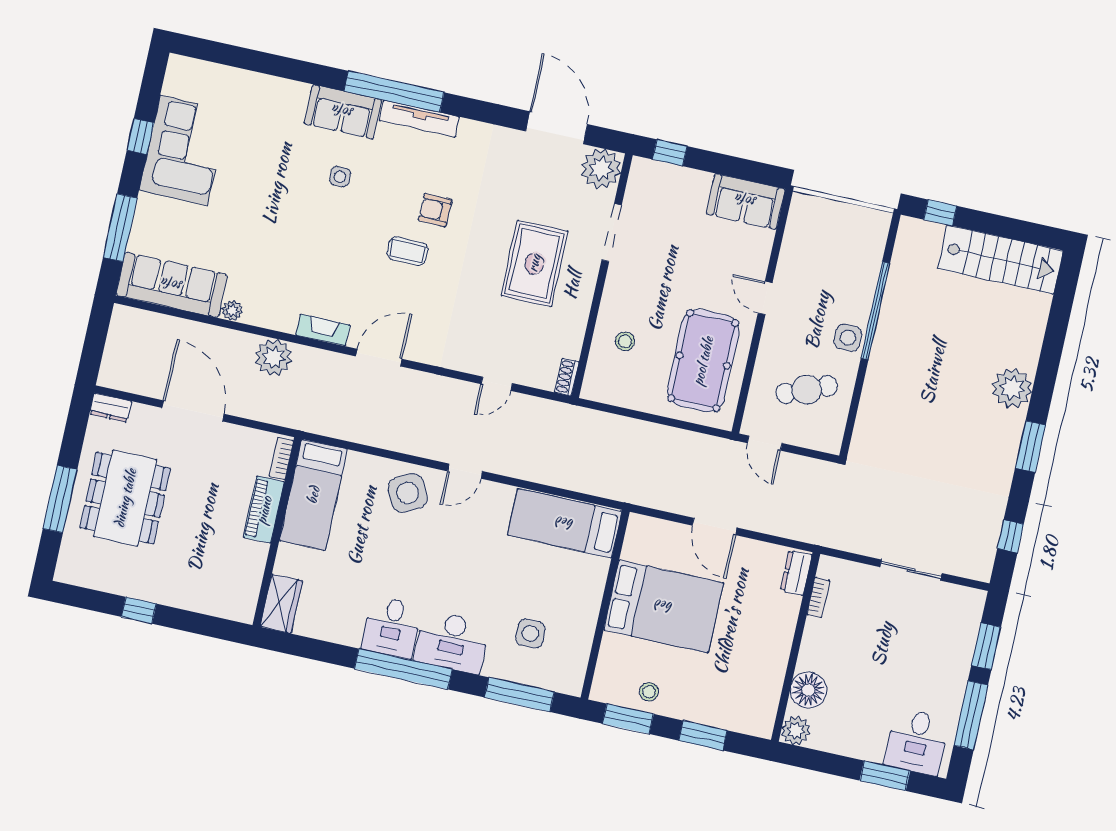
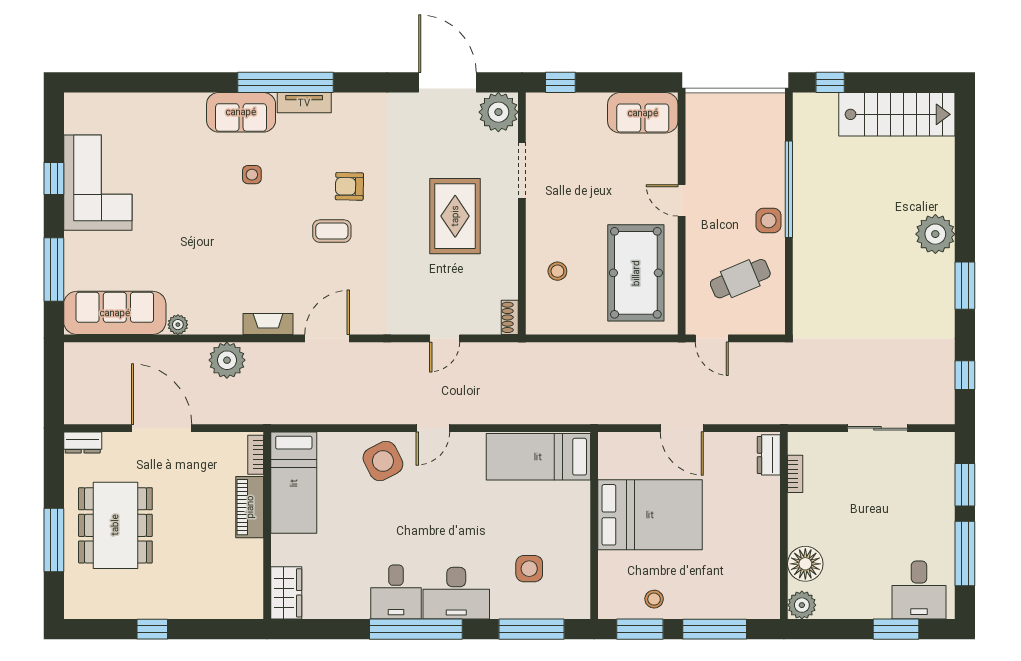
tv unit: (419, 119) -> (304, 103), width x0.71
window: (703, 735) -> (715, 629), width x1.44

